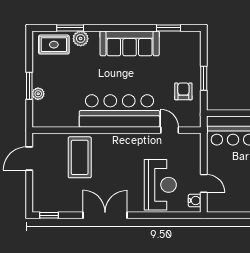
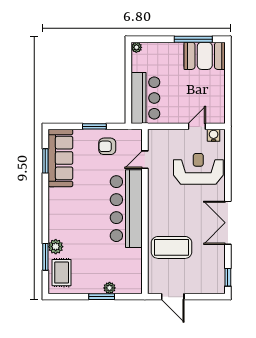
sofa: (130, 43) -> (60, 158), moved

